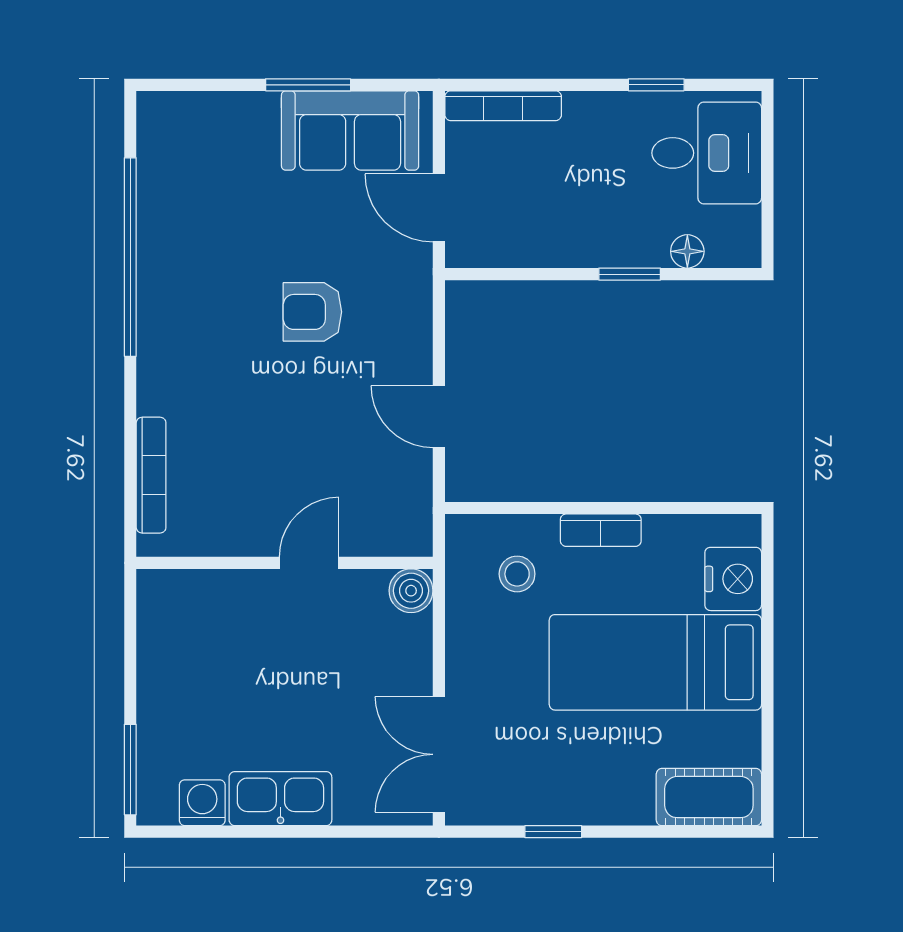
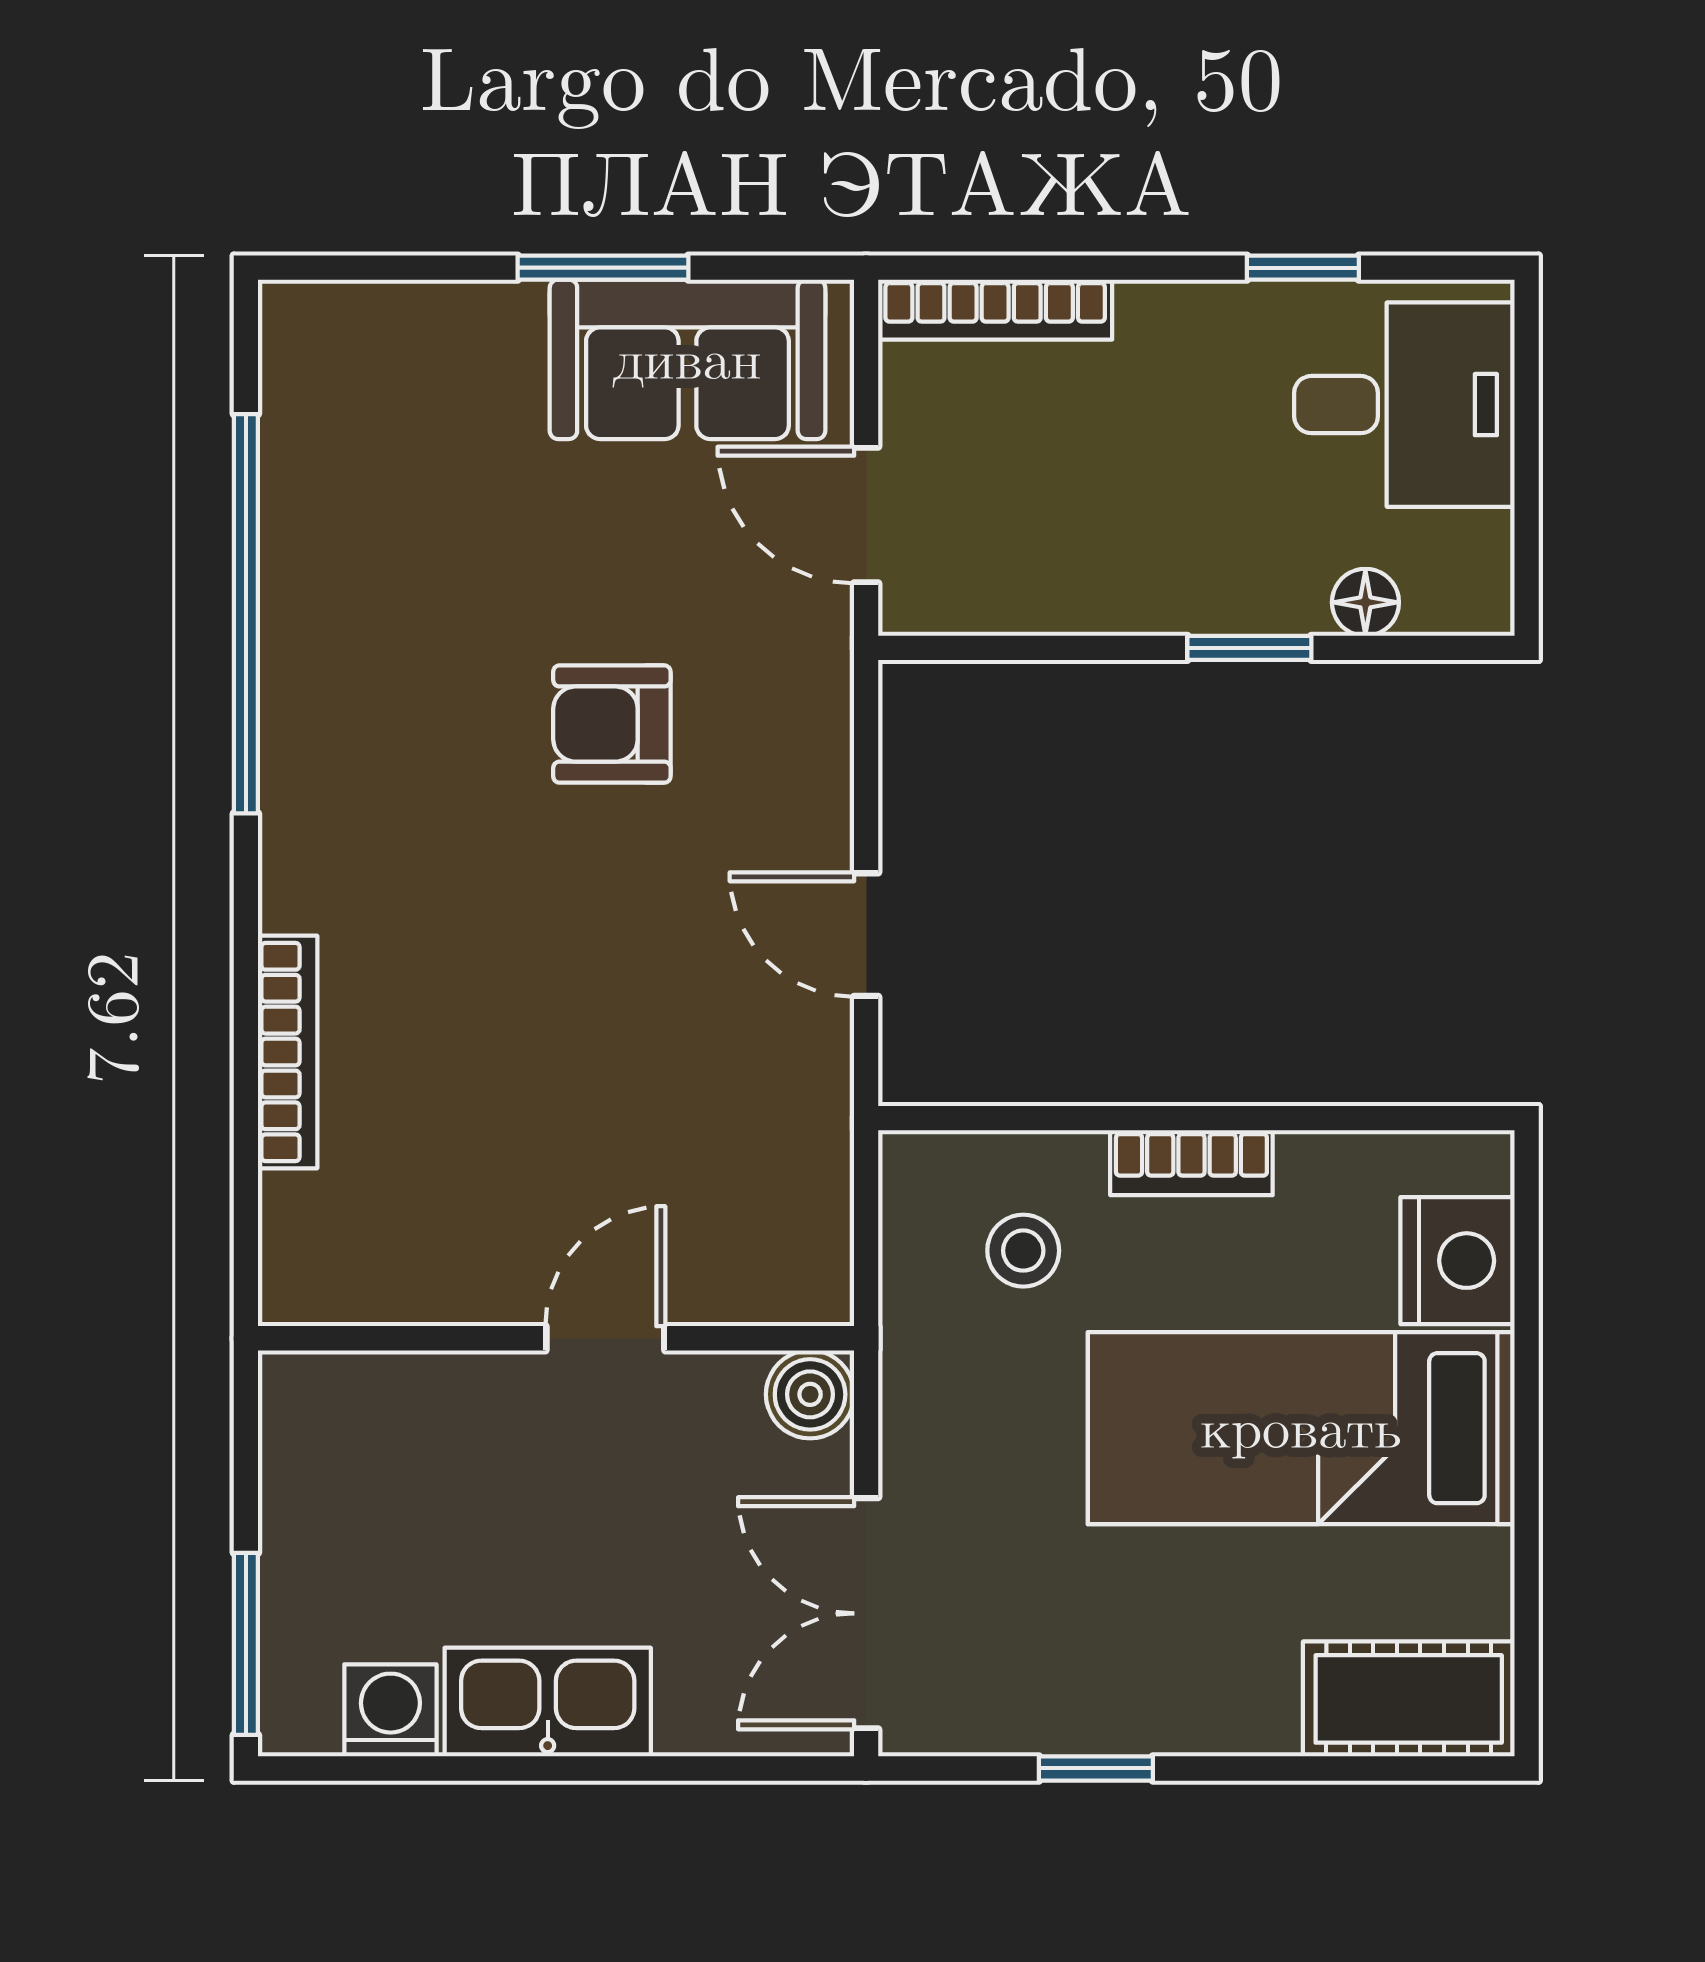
wall: (285, 563) -> (556, 1338), moved
door: (309, 563) -> (605, 1338), moved
boiler: (411, 591) -> (810, 1394), moved

